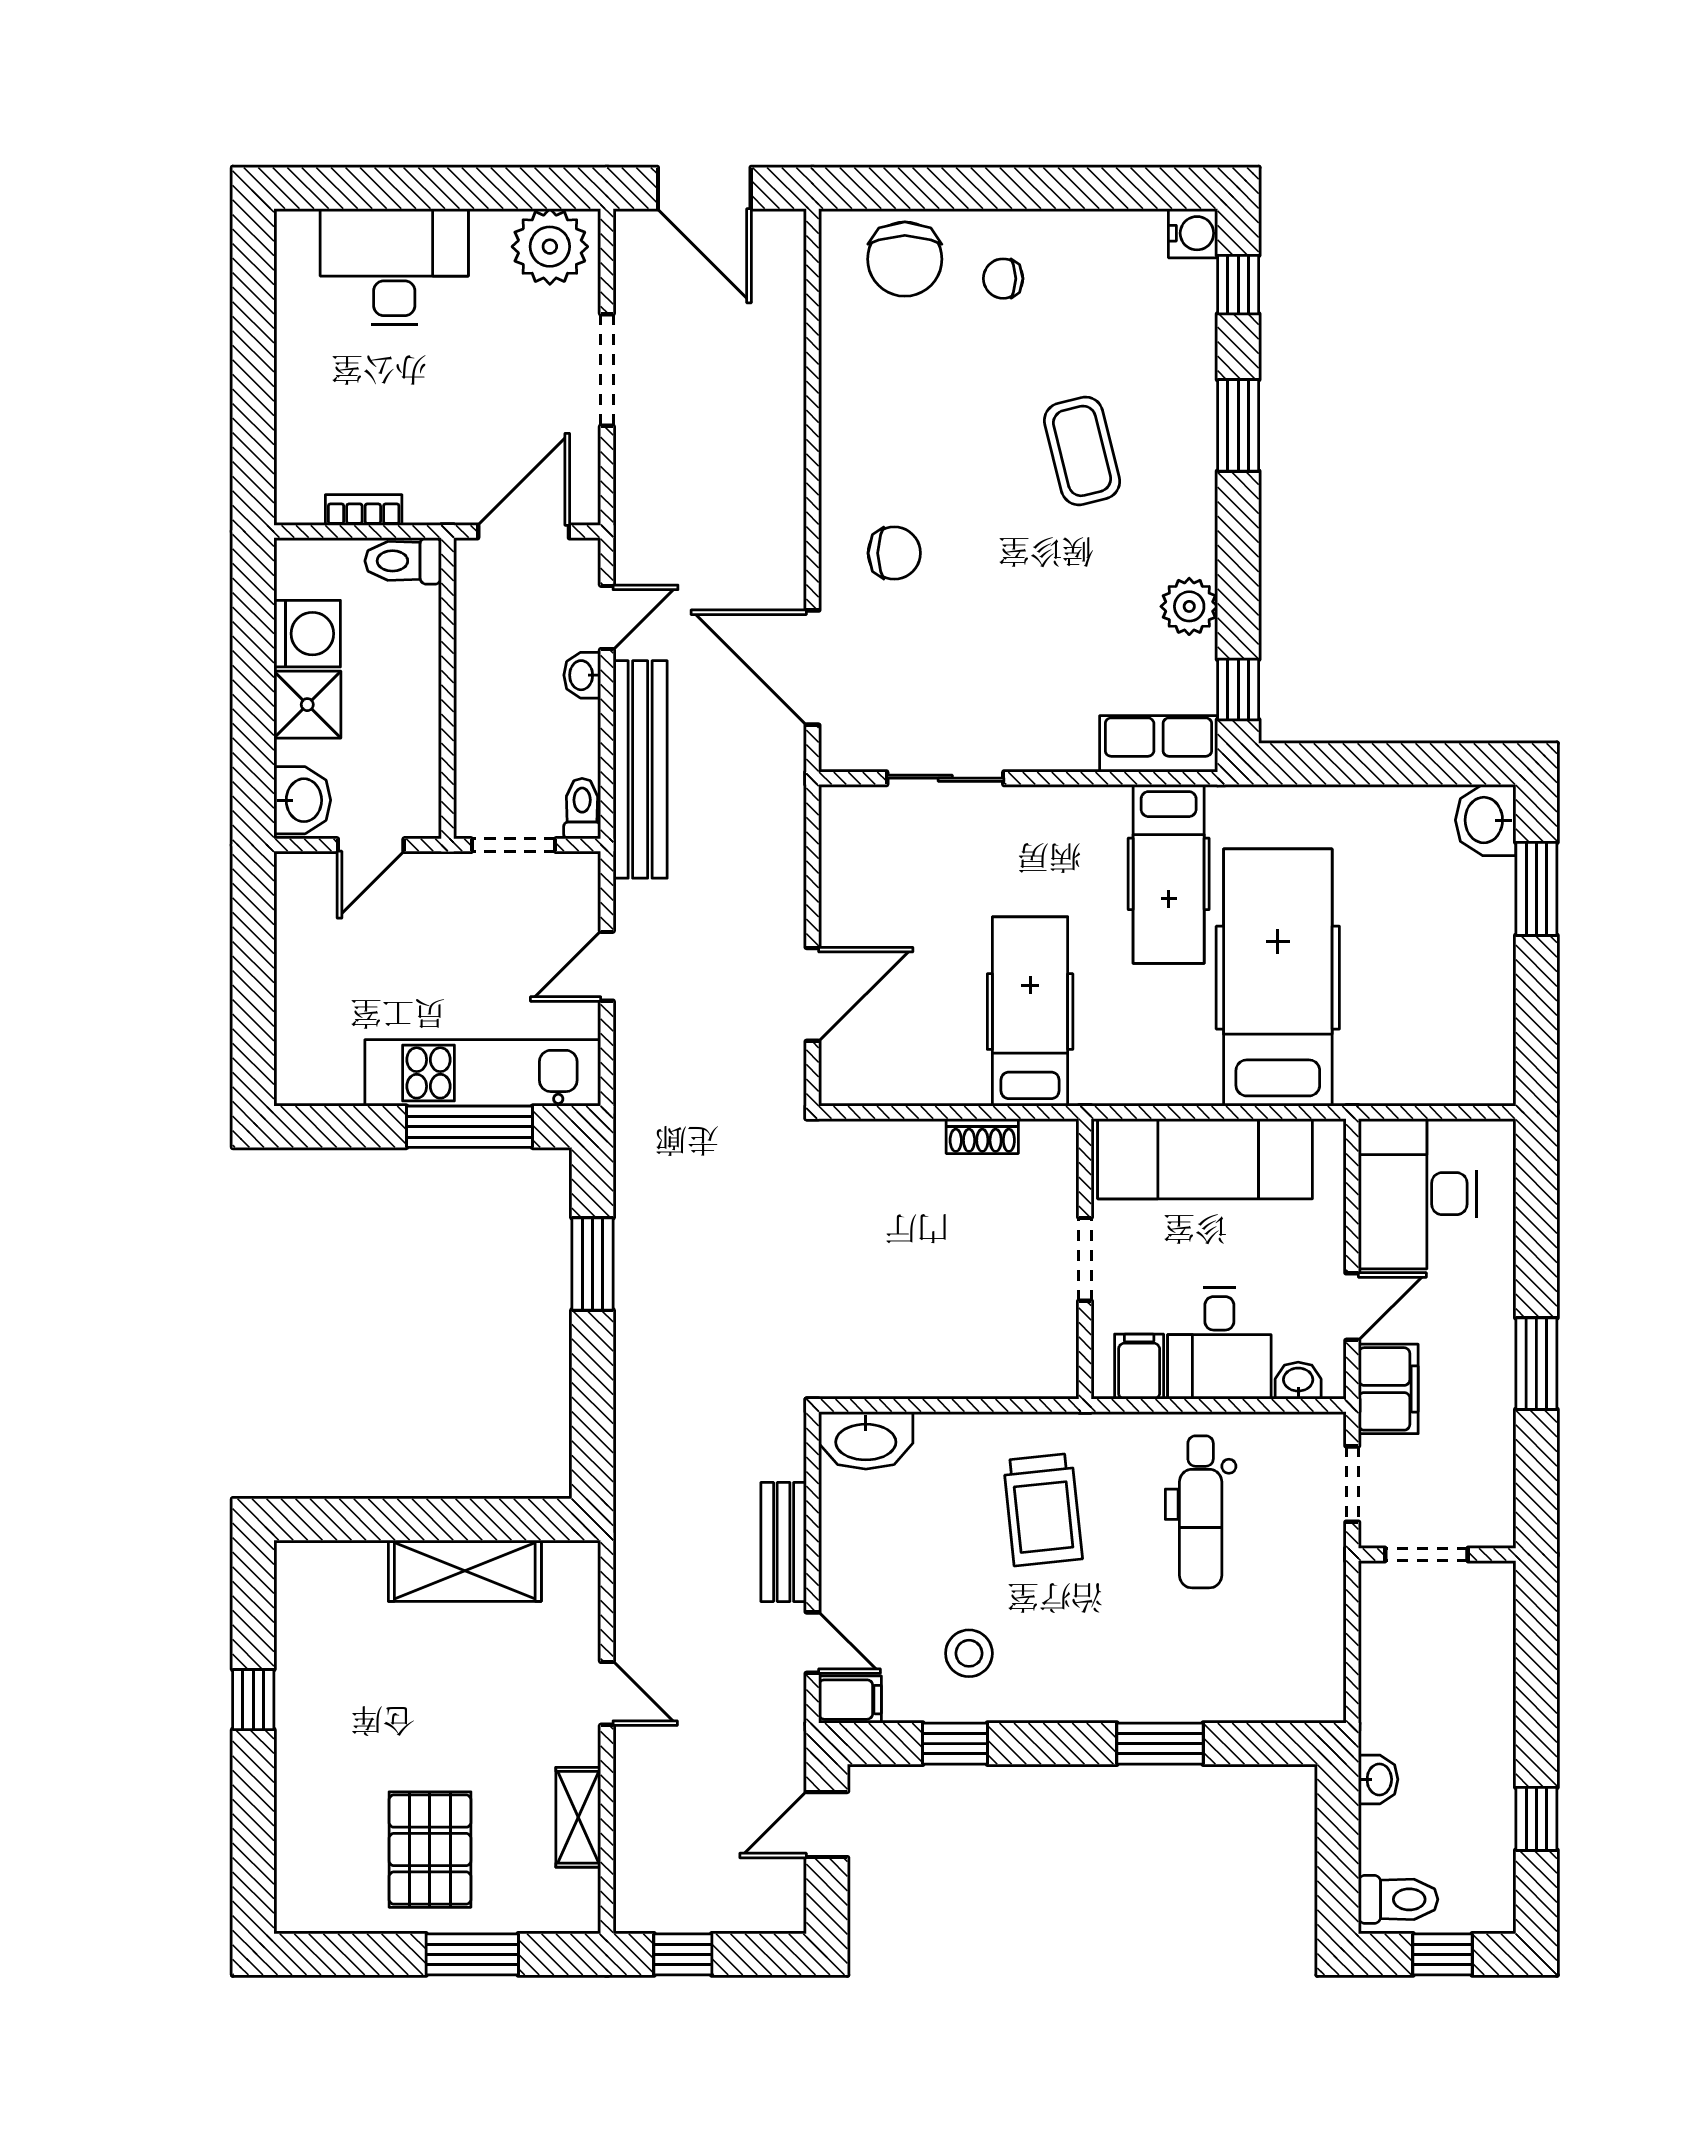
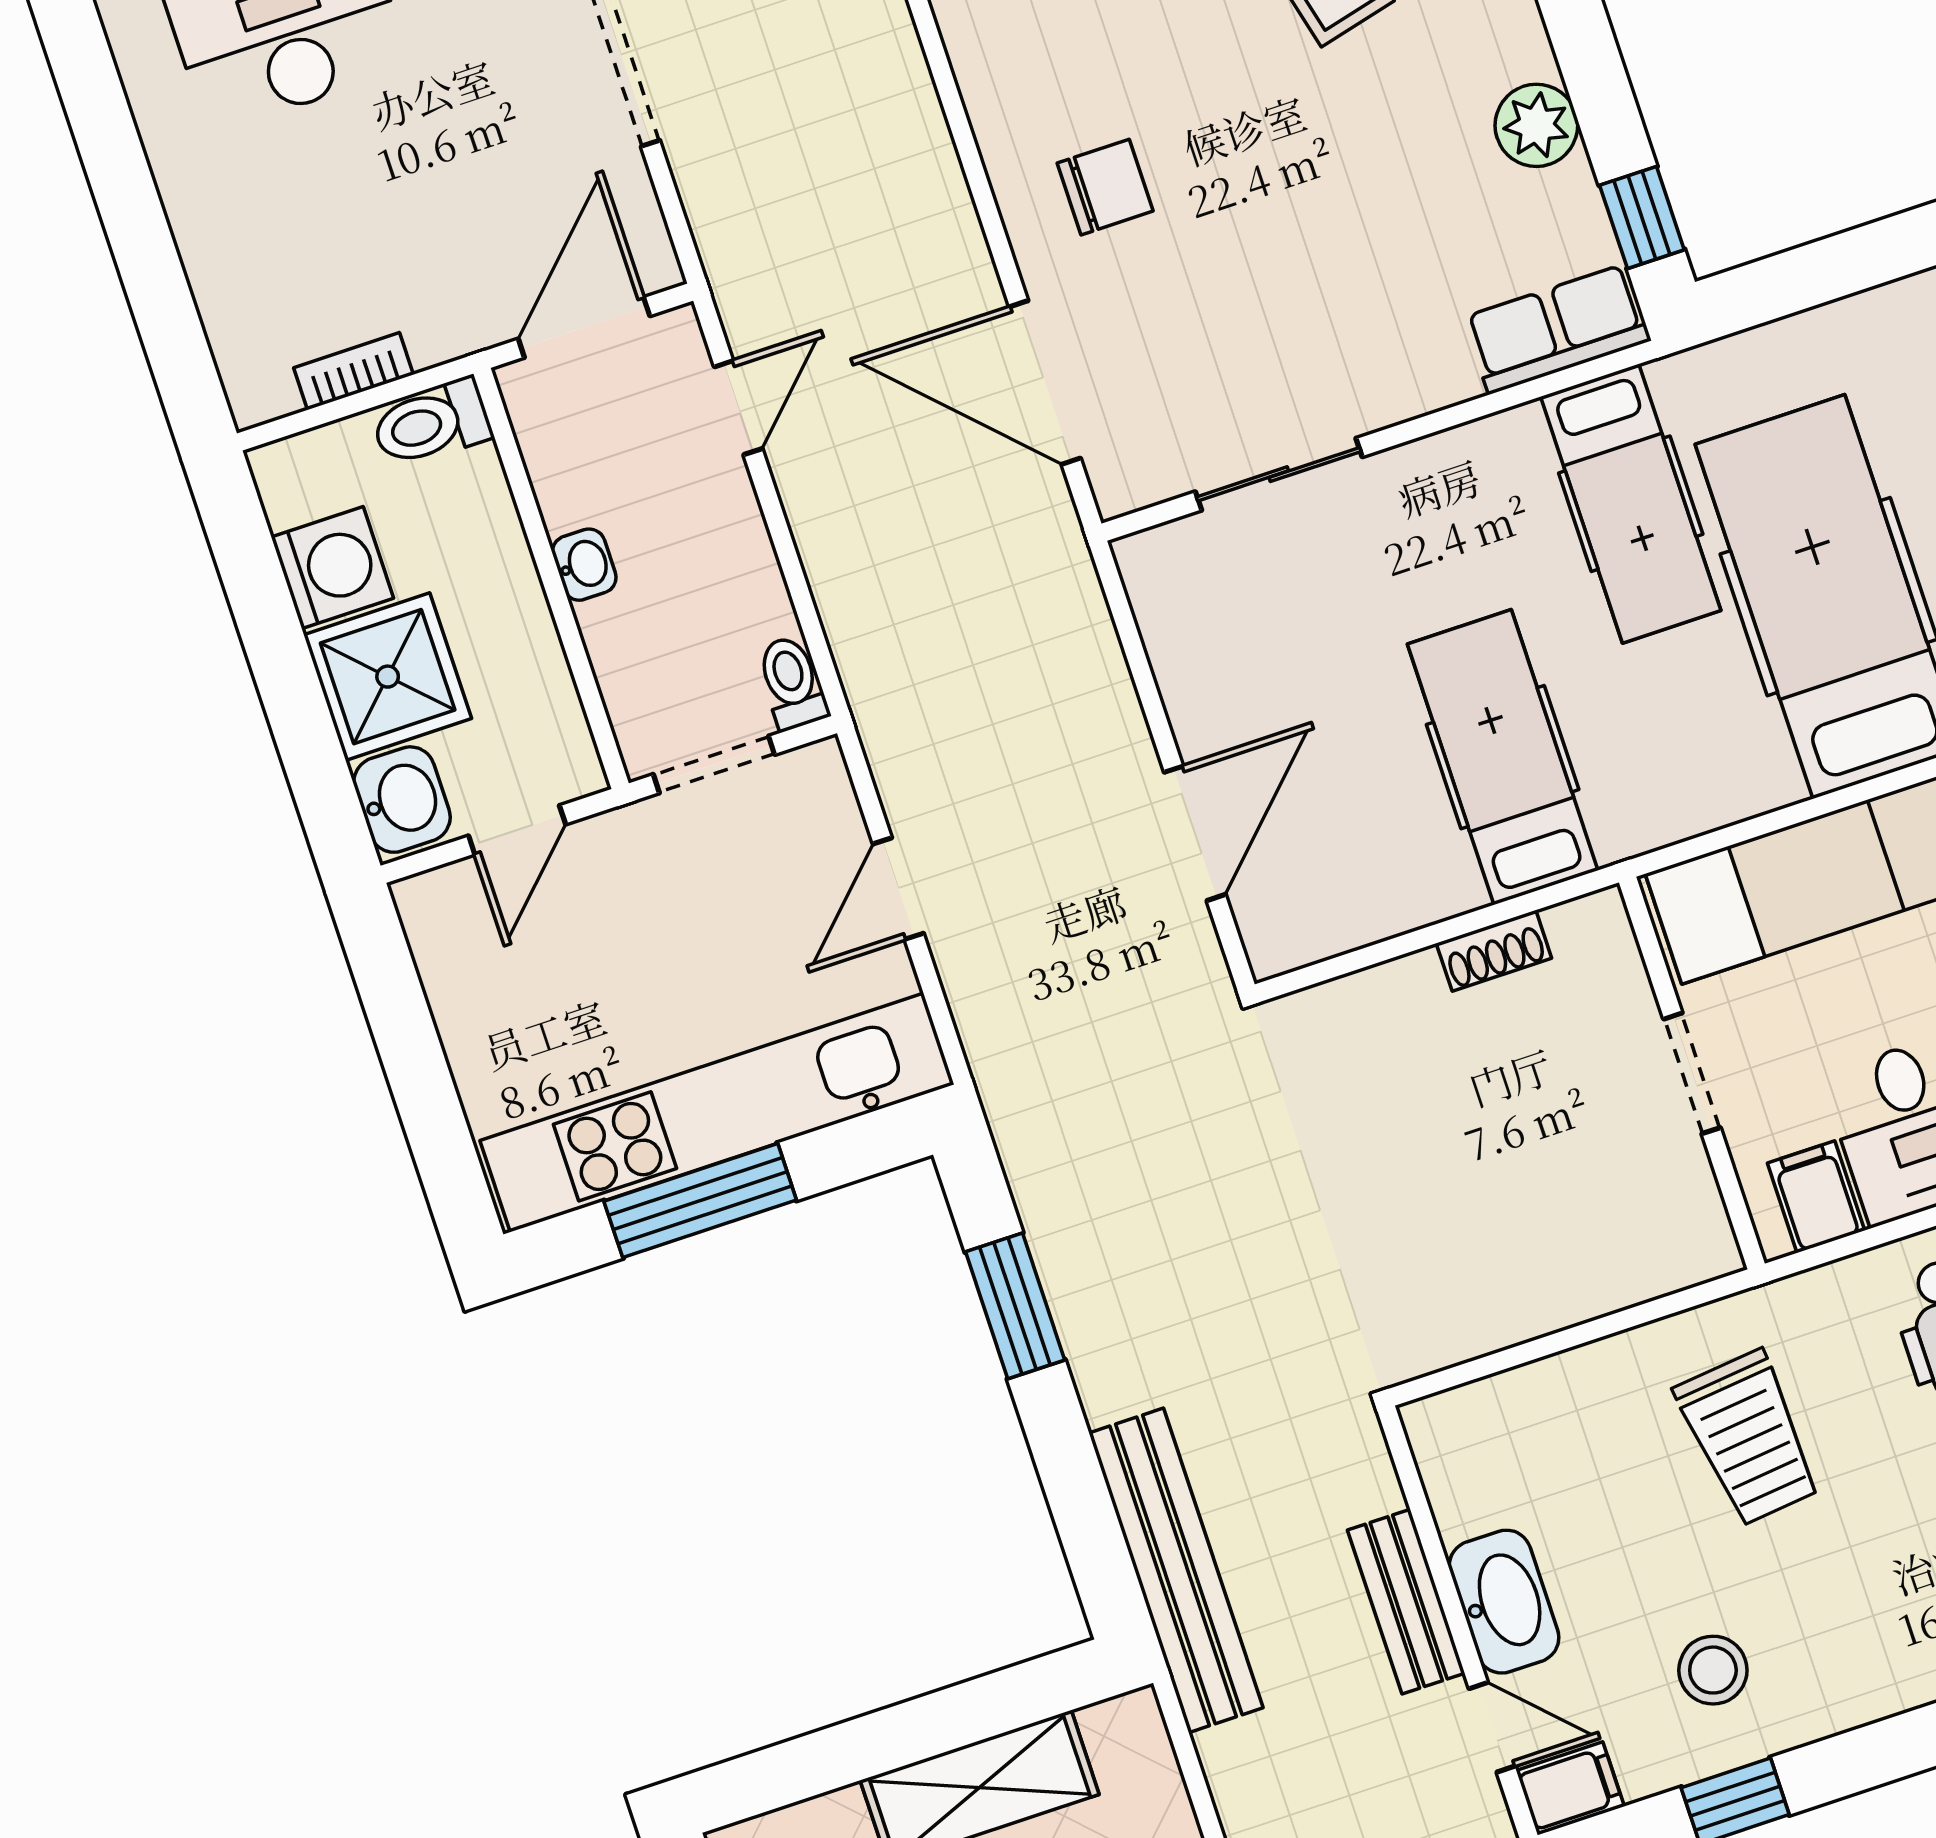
washbasin: (582, 675) -> (584, 565), moved, turned 180
shower: (307, 705) -> (388, 677), width x1.36, depth x1.36
bench: (640, 769) -> (1176, 1570), moved
kitchen unit: (483, 1073) -> (717, 1113), width x1.36
window: (469, 1127) -> (700, 1201), moved
washbasin: (866, 1440) -> (1504, 1602), moved, turned -90

